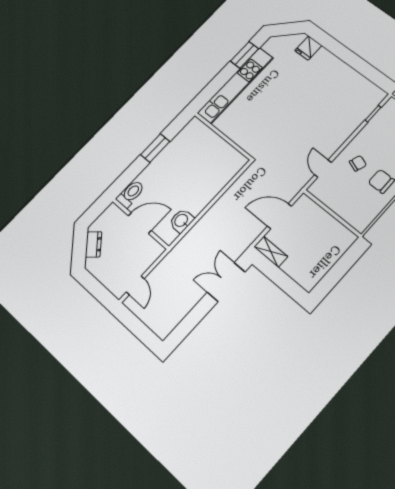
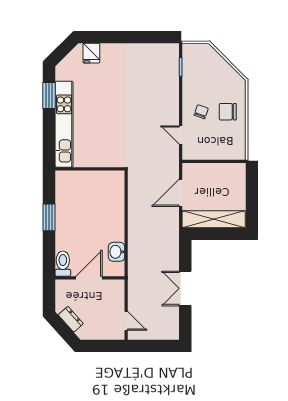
shelving: (271, 252) -> (214, 219), width x2.20, depth x1.33
double door: (226, 282) -> (185, 288), moved

